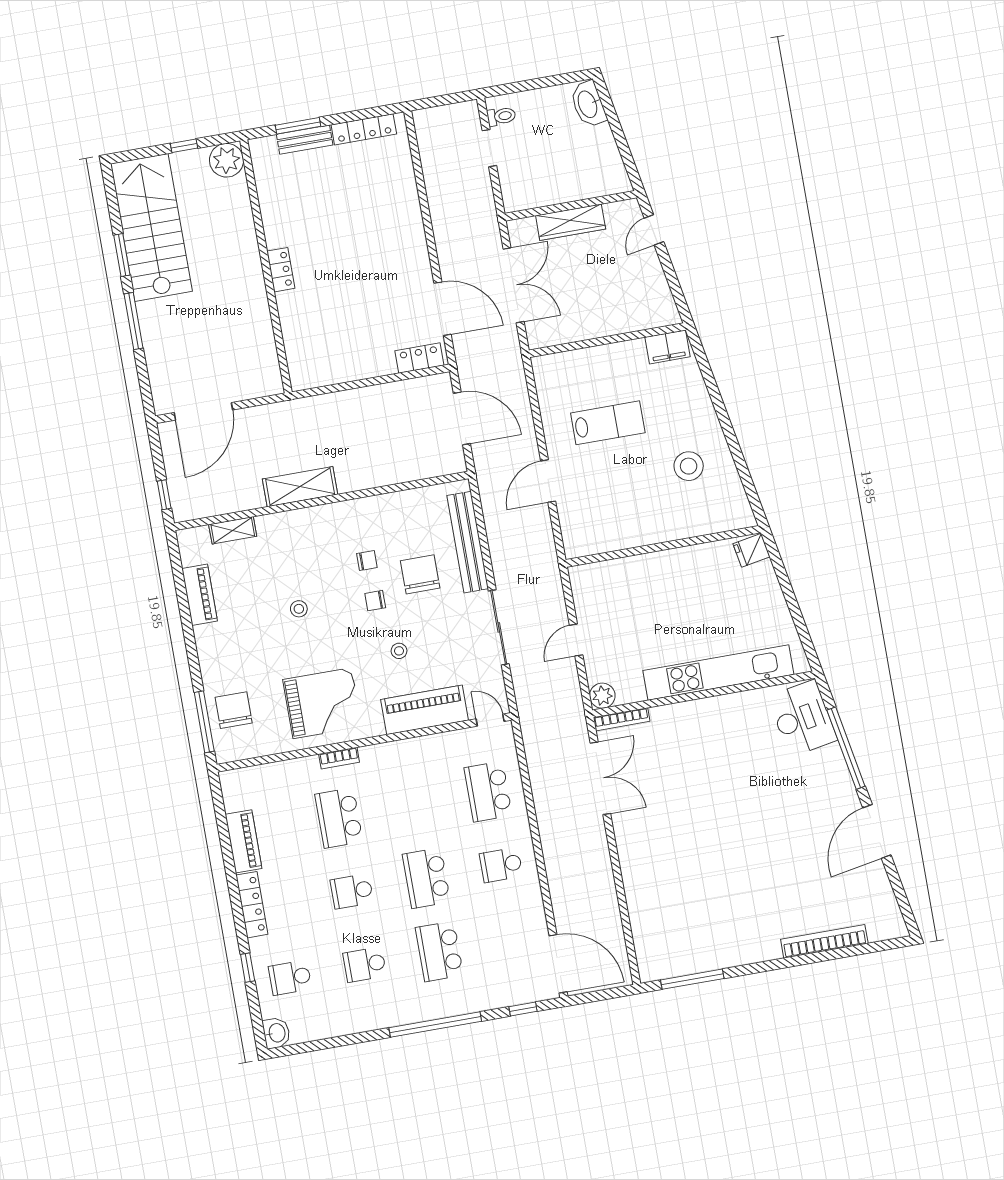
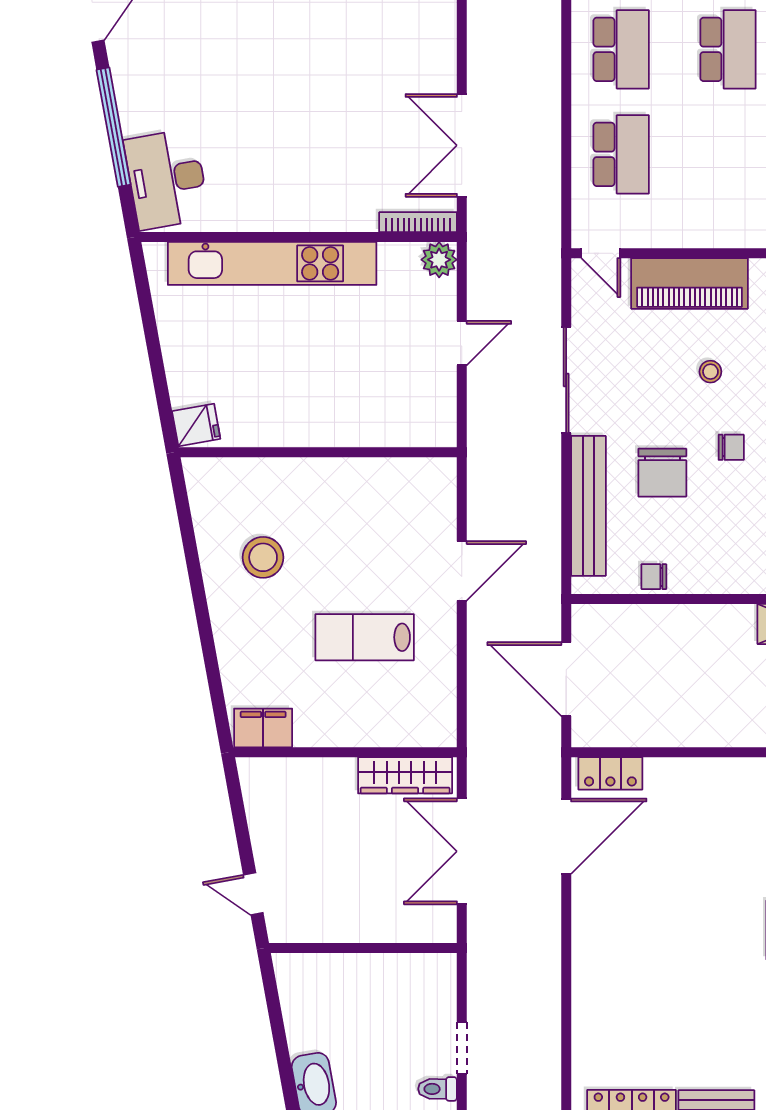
wardrobe: (571, 222) -> (405, 775), moved, turned 180
door: (654, 230) -> (253, 894), swing flipped
door: (443, 309) -> (566, 836), swing flipped
chair: (367, 561) -> (654, 577), moved
school desk: (501, 865) -> (621, 49), width x1.85

